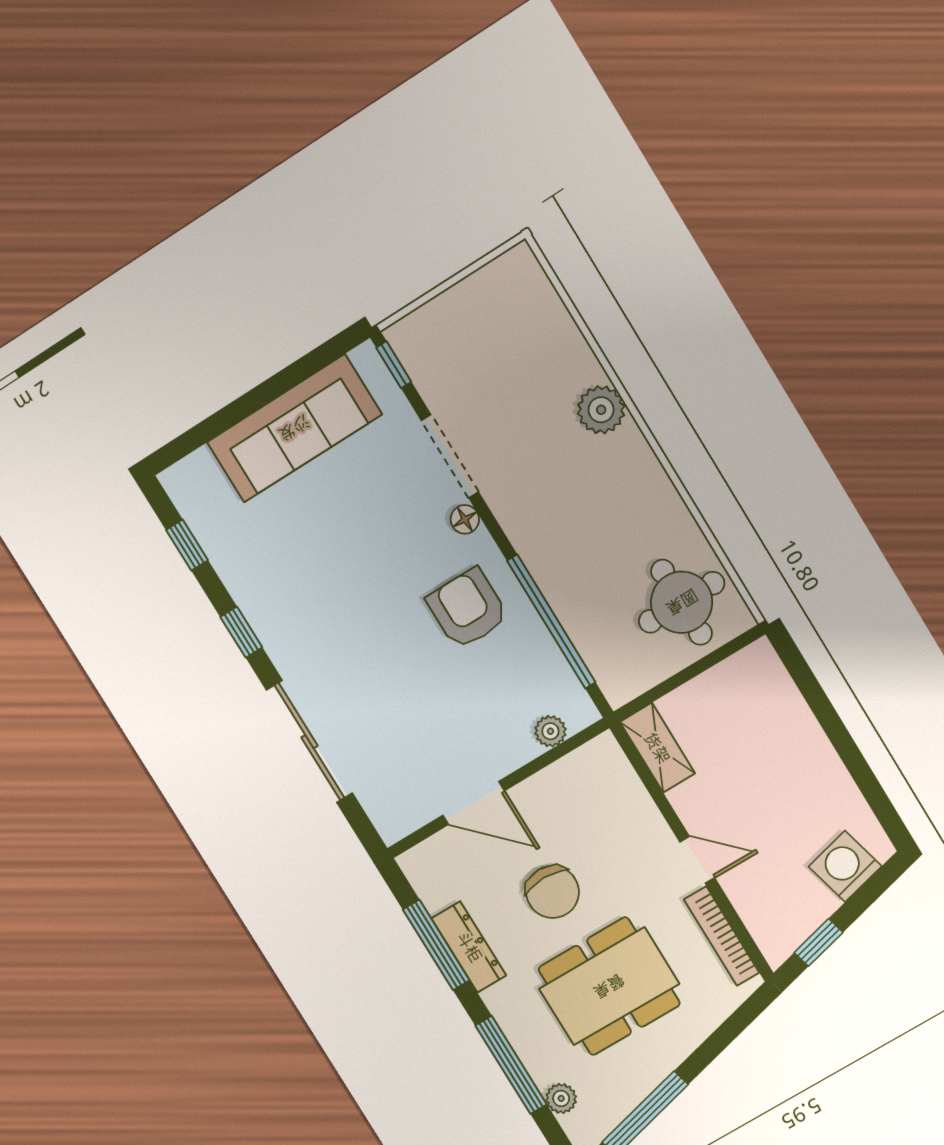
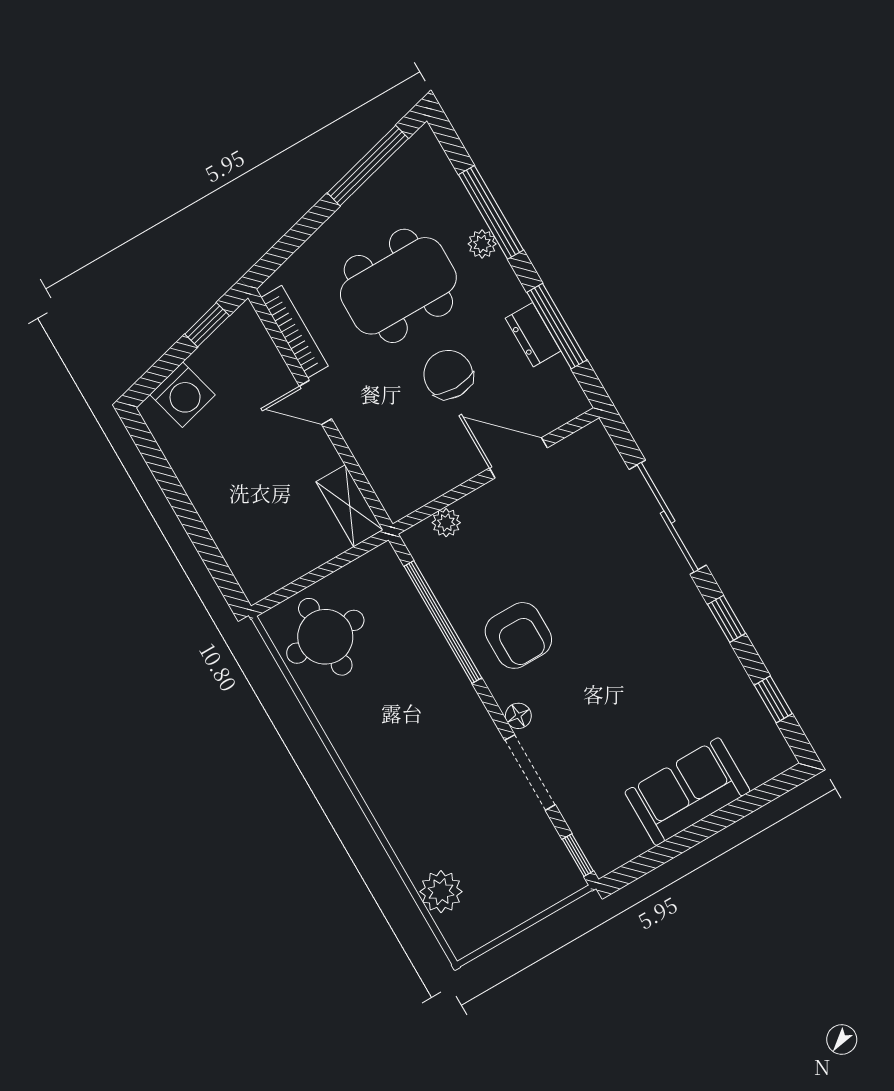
plant: (601, 410) -> (441, 892), moved
sofa: (294, 428) -> (687, 792), width x0.73
dresser: (469, 947) -> (533, 335), width x0.70
plant: (561, 1098) -> (482, 244), moved

